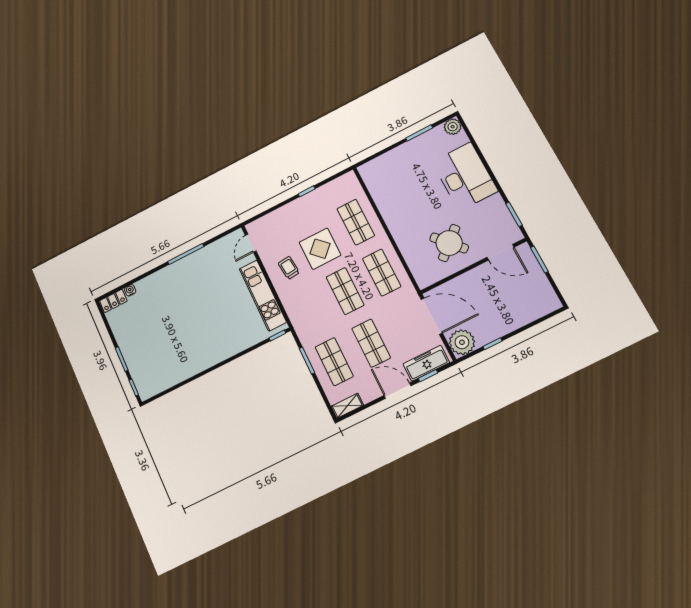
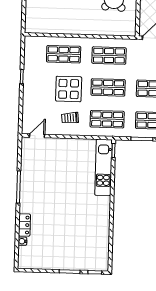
door: (251, 243) -> (37, 136), swing flipped
kitchen unit: (263, 295) -> (104, 167), moved, turned 90
locker: (113, 301) -> (24, 225), moved
shop shelf: (309, 309) -> (107, 119), added

